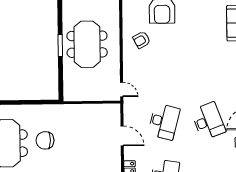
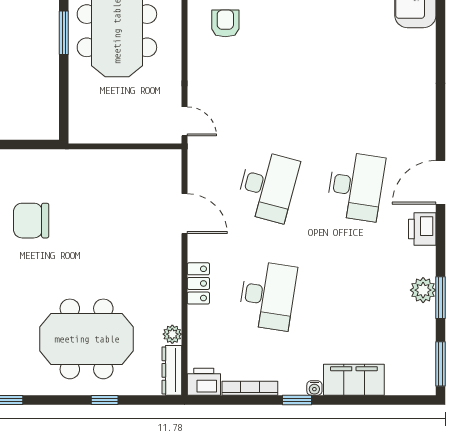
armchair: (142, 40) -> (225, 23), turned 118
desk: (208, 121) -> (356, 186), turned 30

